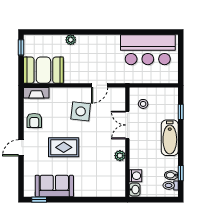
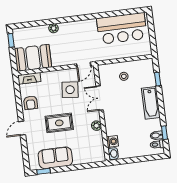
double door: (127, 125) -> (100, 98), moved
wall: (127, 142) -> (102, 113), moved
plant: (120, 156) -> (96, 126), moved
washing machine: (136, 176) -> (112, 141), moved
washbasin: (135, 190) -> (113, 154), moved

